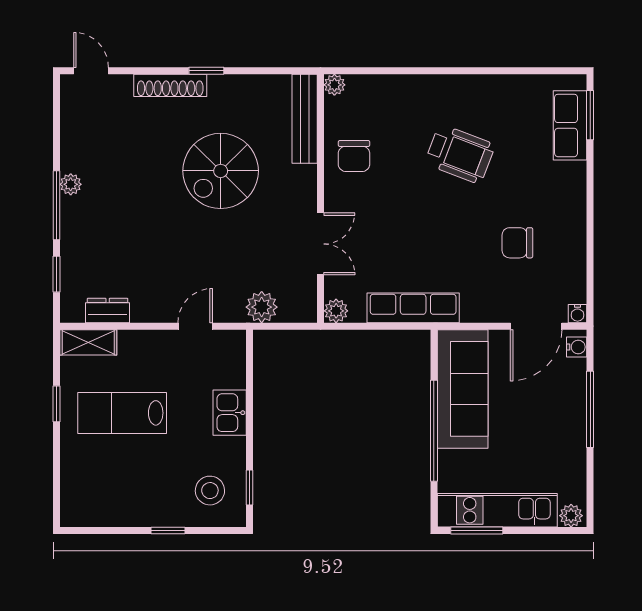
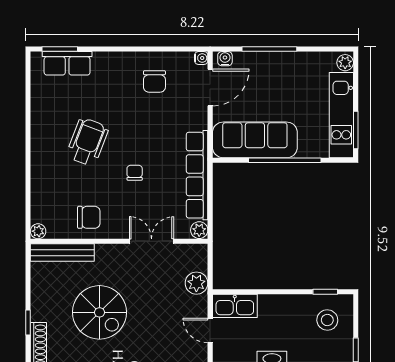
chair: (417, 220) -> (135, 173), added
chair: (517, 243) -> (154, 81), moved
row of seats: (413, 308) -> (197, 175), width x1.36
door: (536, 326) -> (210, 88), hinge flipped
kitchen sink: (230, 413) -> (235, 306), moved, width x1.38

